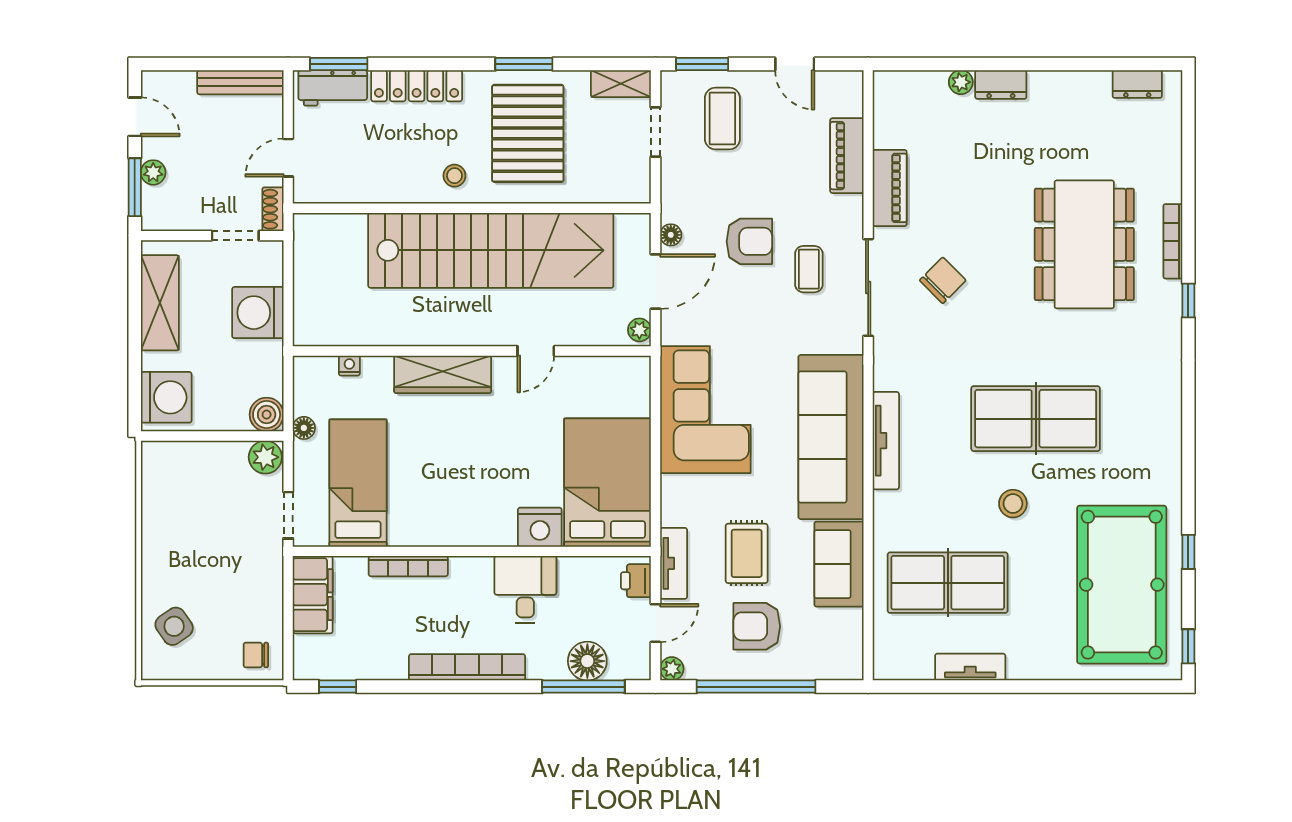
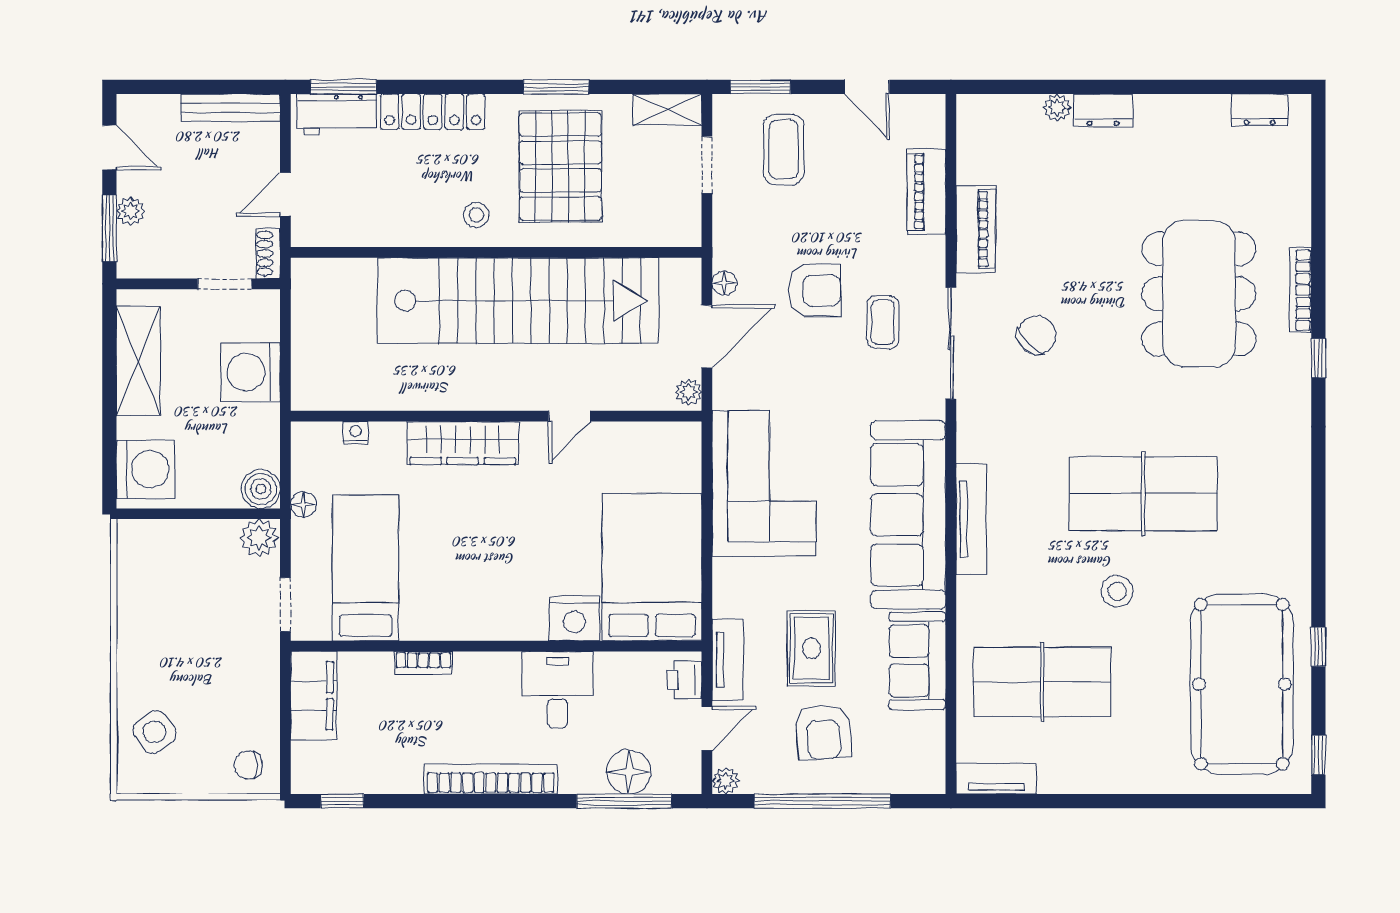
bookcase: (408, 566) -> (423, 663), width x0.64
armchair: (757, 626) -> (823, 732), turned -94
tv unit: (970, 667) -> (996, 779), moved

